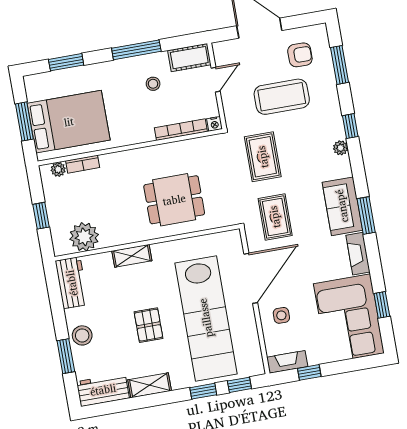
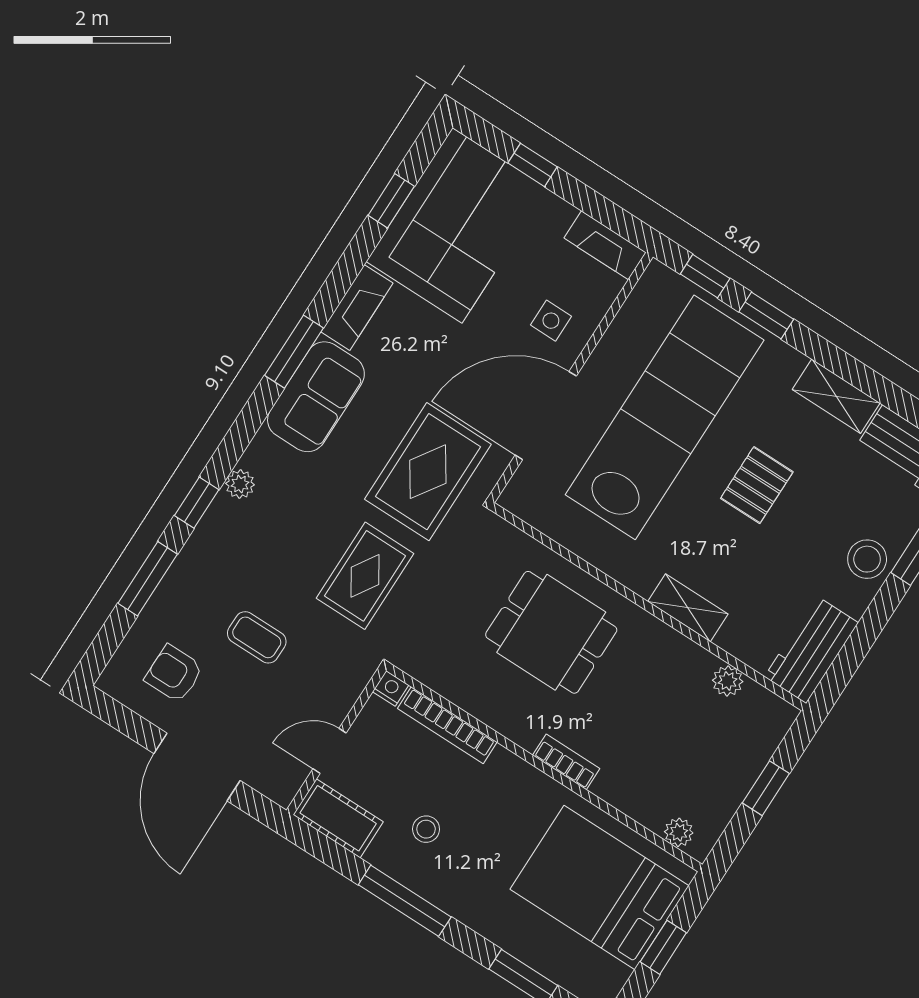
window: (340, 65) -> (148, 579), moved
coffee table: (282, 97) -> (257, 637), width x0.54, depth x0.58
window: (24, 121) -> (663, 947), width x0.67
bookcase: (83, 164) -> (566, 762), moved
rug: (275, 217) -> (428, 472), width x1.36, depth x1.43
plant: (84, 237) -> (728, 681), width x0.53, depth x0.53
window: (309, 372) -> (533, 165), moved

